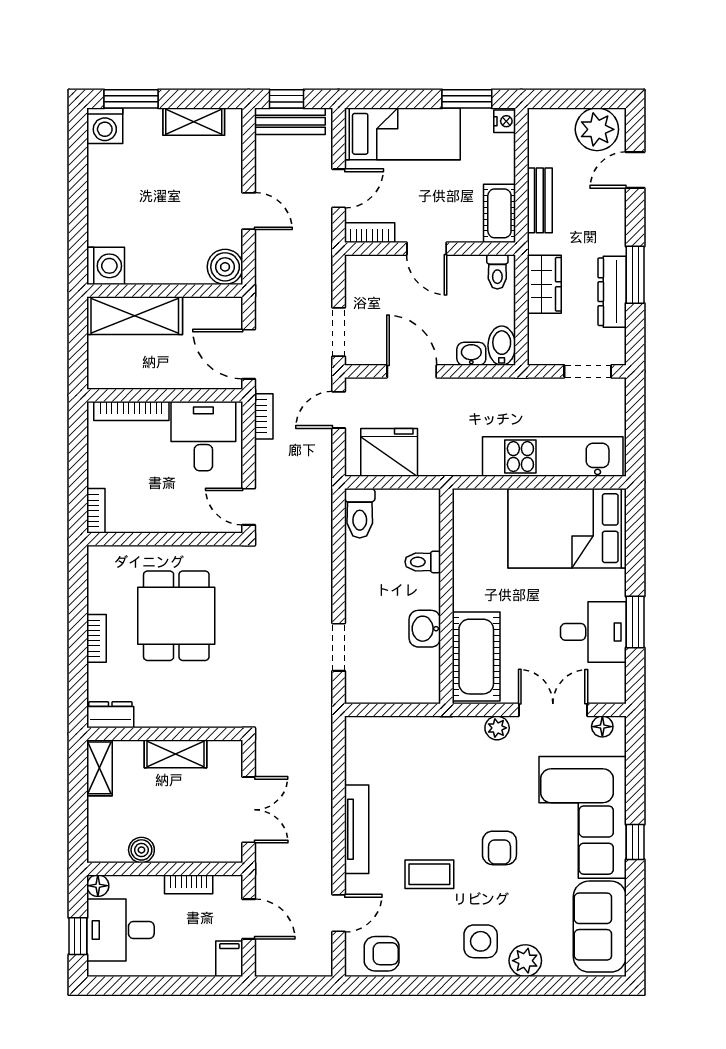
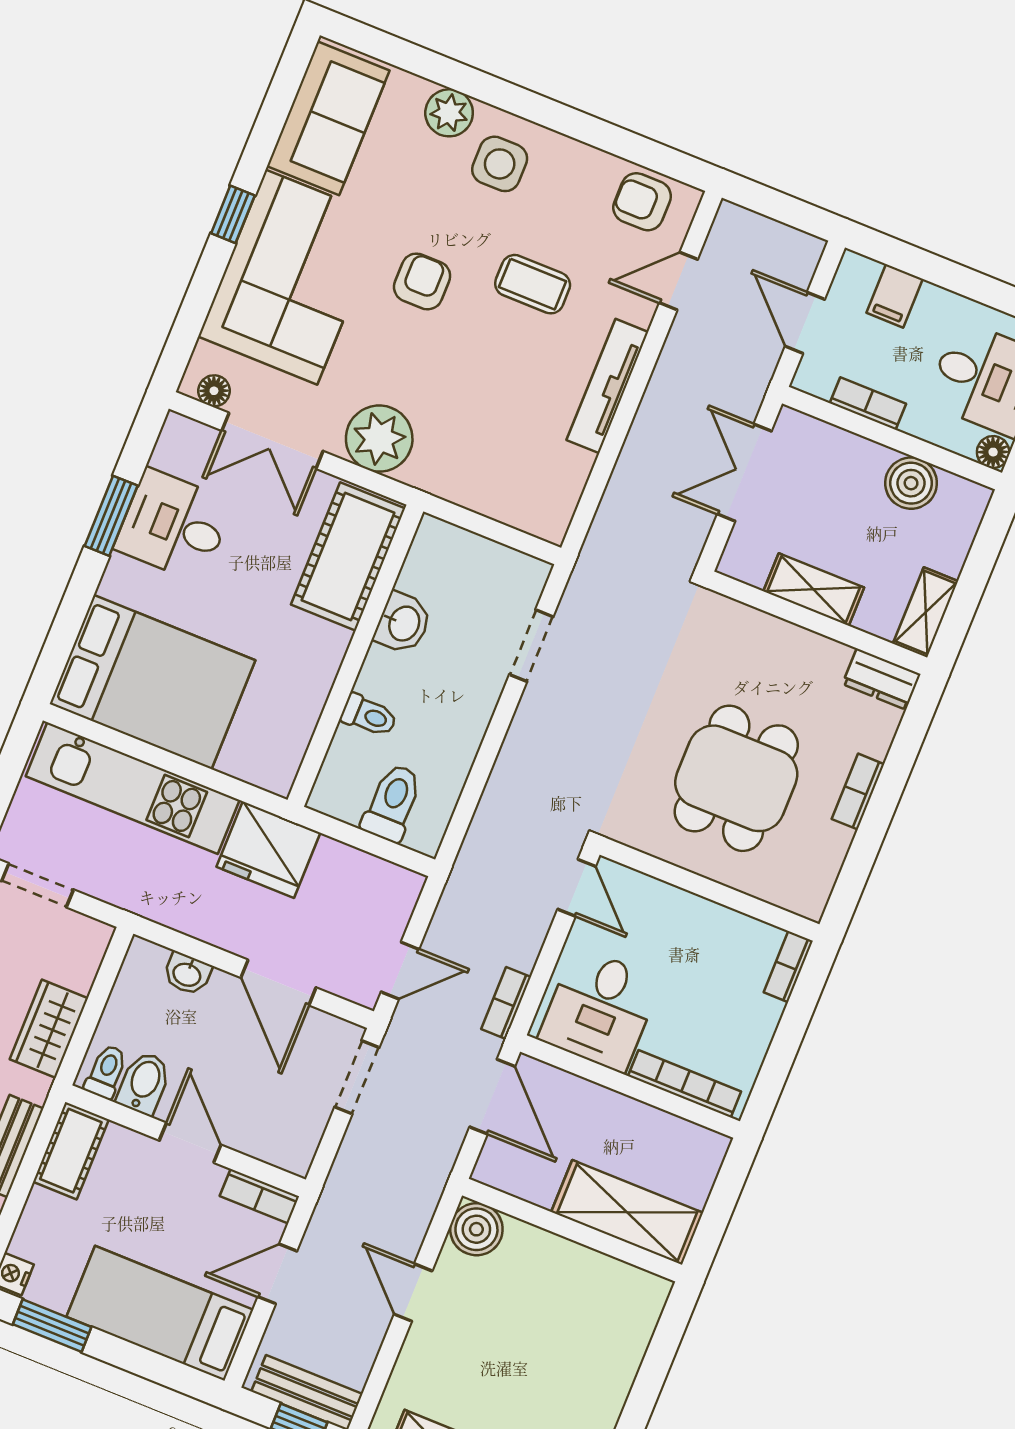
washing machine: (106, 266) -> (639, 1297), removed
bidet: (502, 346) -> (144, 1083), moved, turned 180
fridge: (389, 452) -> (268, 850), moved
toilet: (360, 513) -> (392, 803), moved
plant: (497, 728) -> (379, 439), width x1.88, depth x1.88
boiler: (141, 850) -> (911, 483), width x1.36, depth x1.36
filing cabinet: (229, 959) -> (895, 296), moved

